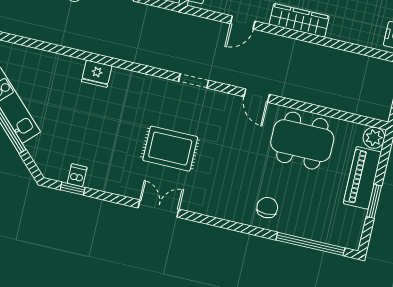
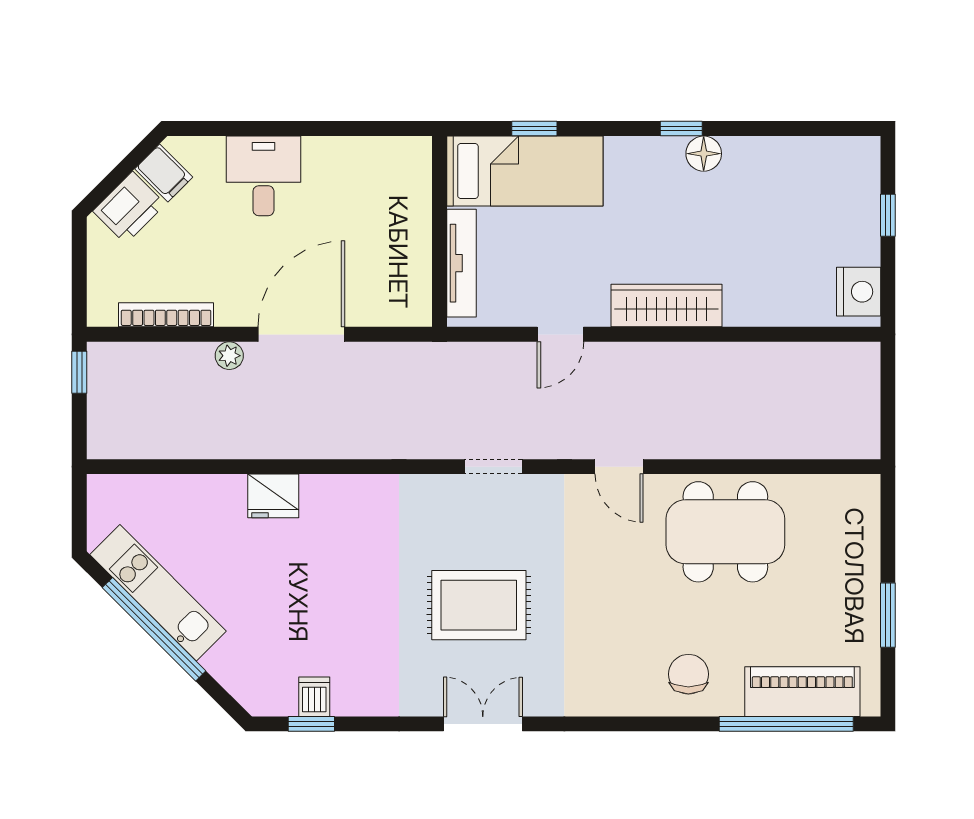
fridge: (97, 74) -> (273, 496), moved
plant: (374, 138) -> (860, 495), removed
piano: (362, 178) -> (802, 692), moved, turned 90

